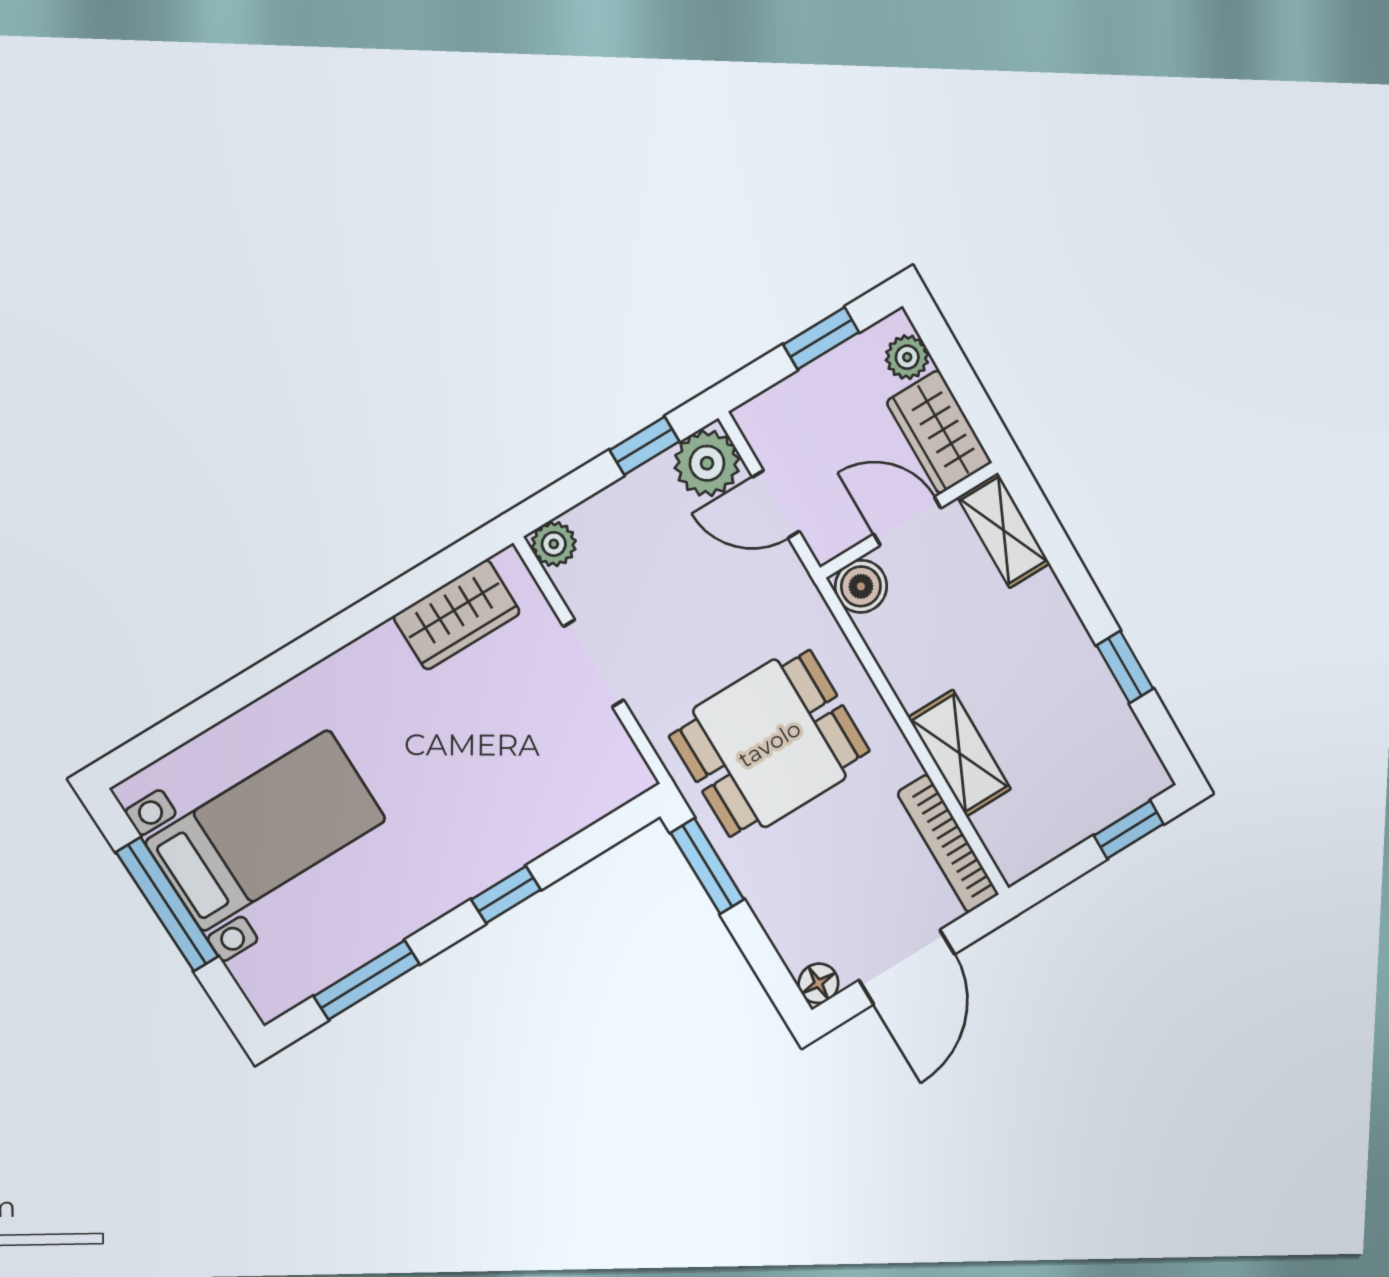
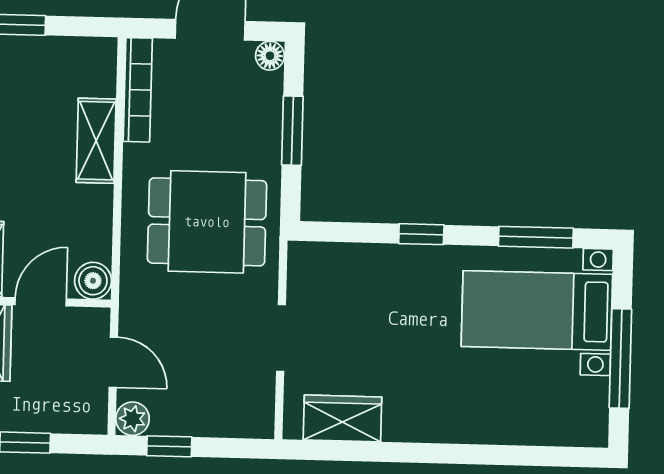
plant: (707, 463) -> (133, 419), width x0.73, depth x0.73
door: (907, 521) -> (41, 302), swing flipped
plant: (554, 544) -> (259, 423), removed
bed with nightstands: (266, 831) -> (537, 310), moved
window: (707, 866) -> (292, 131), moved

